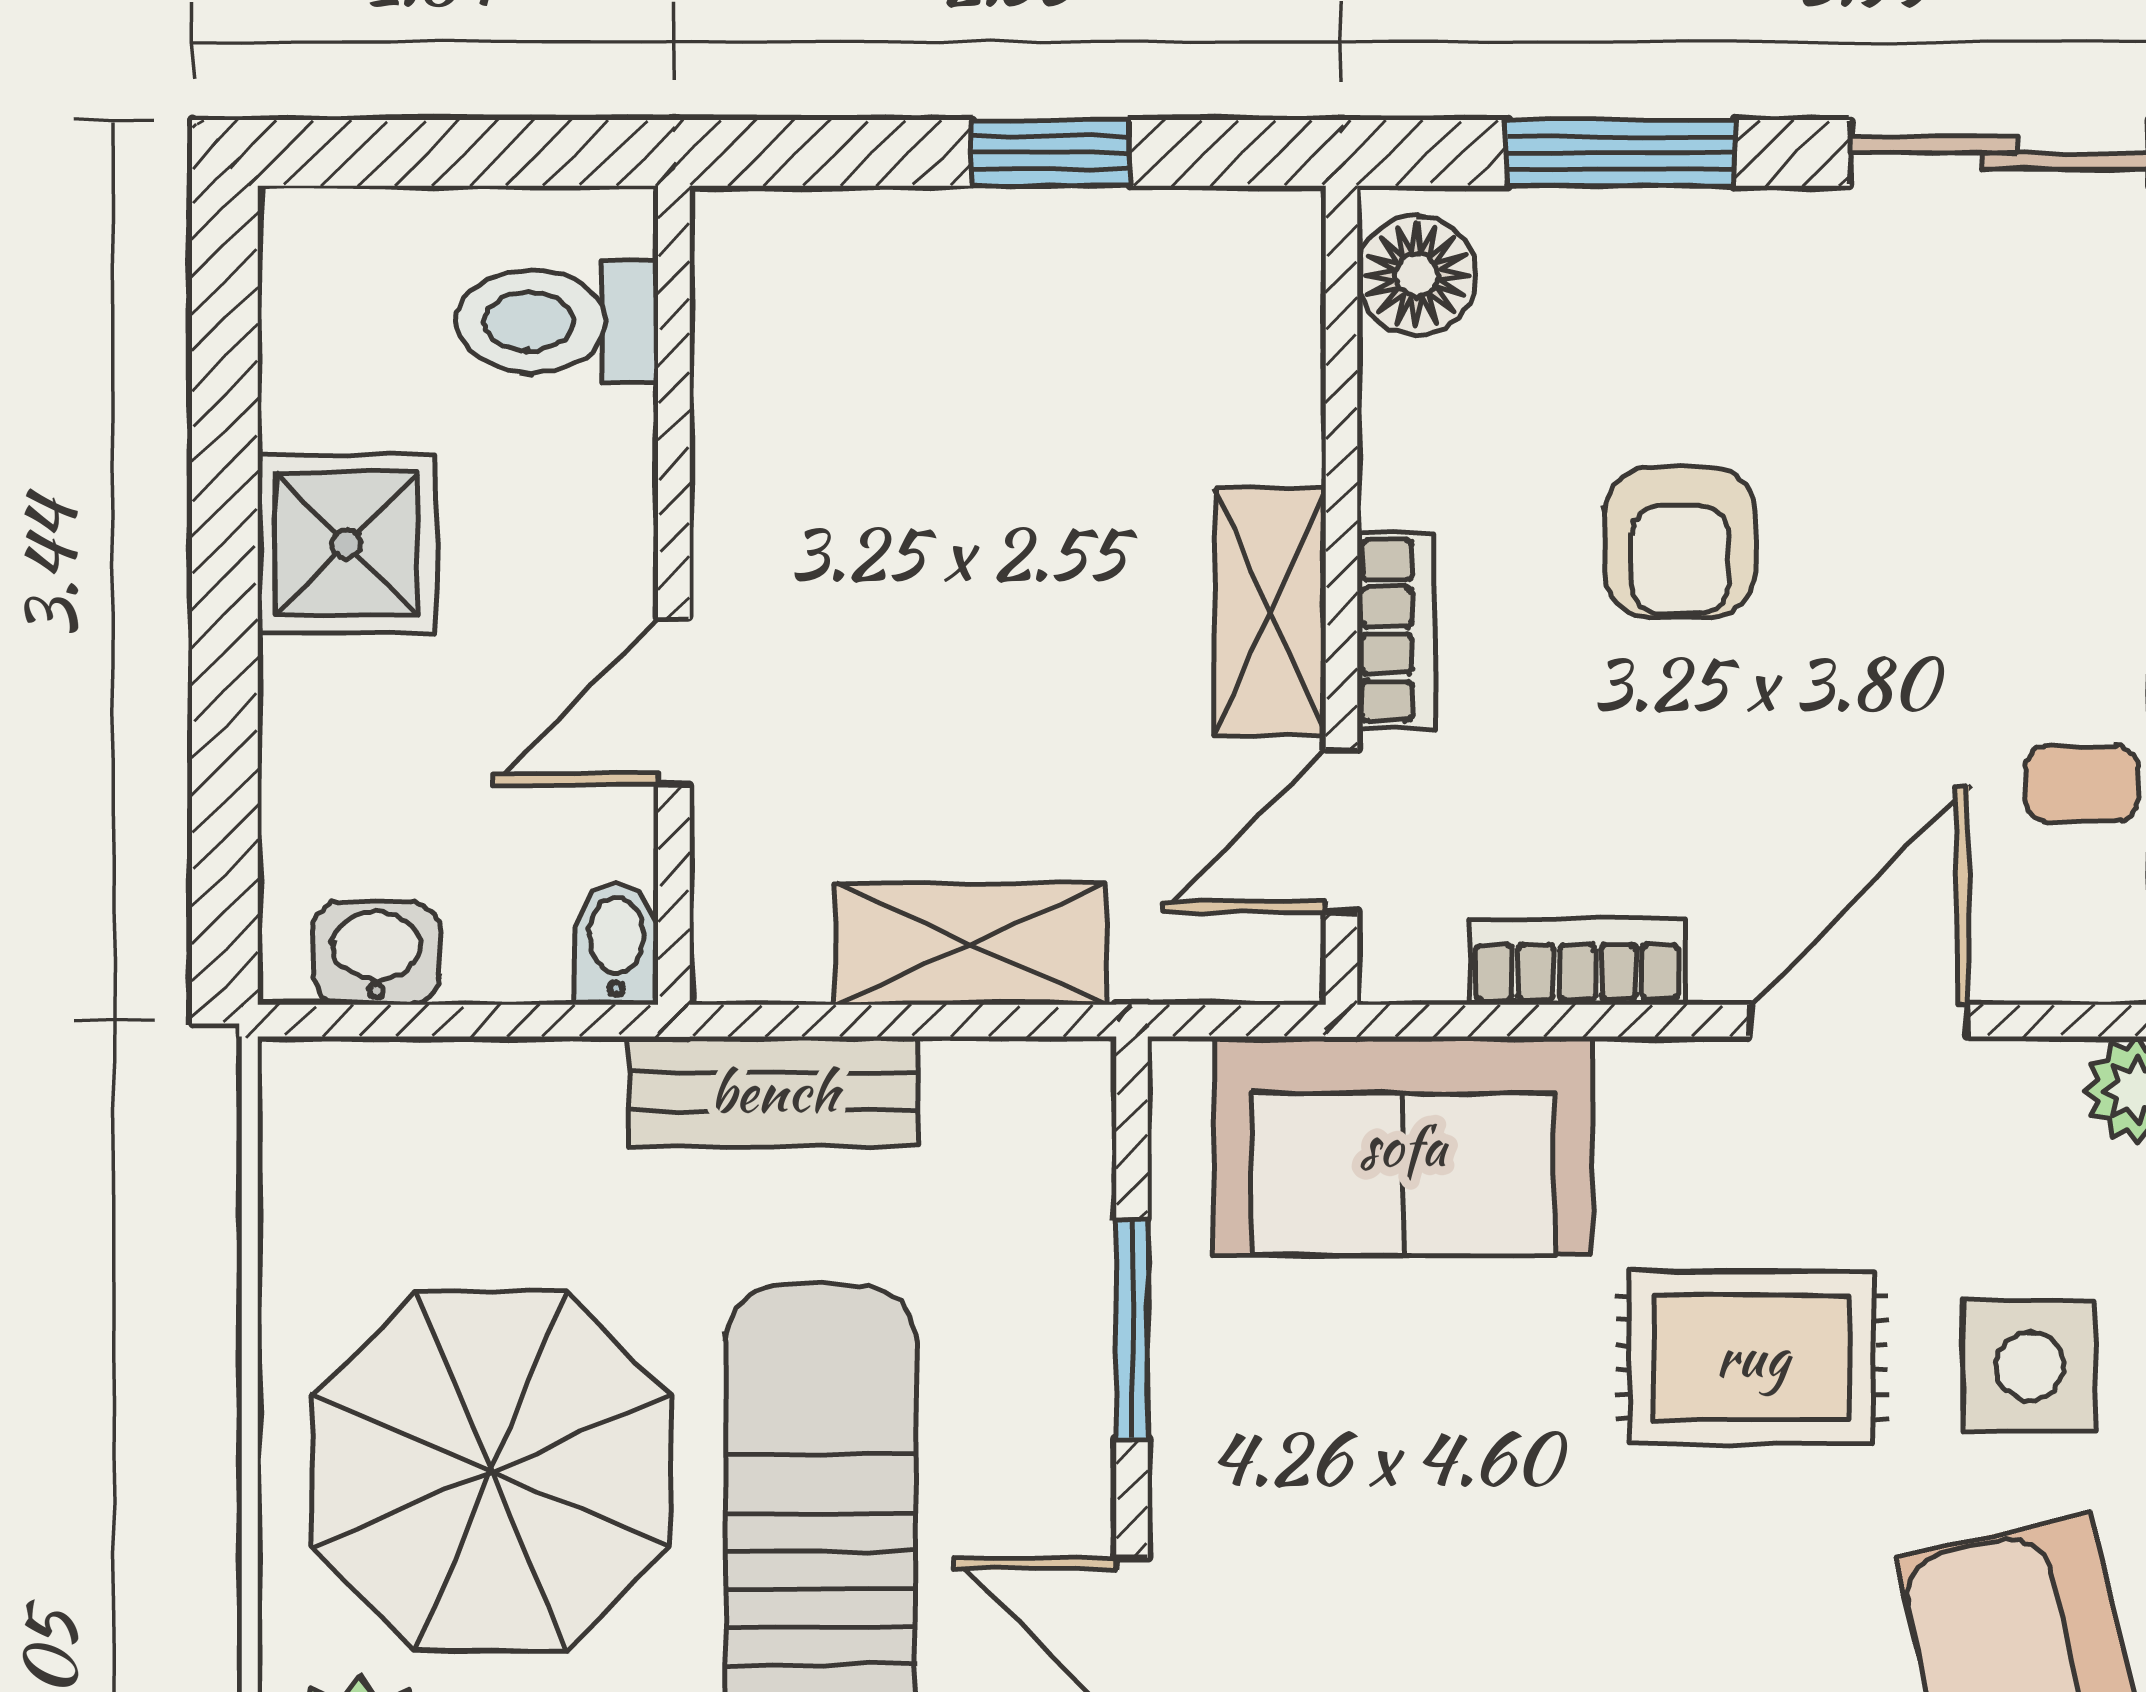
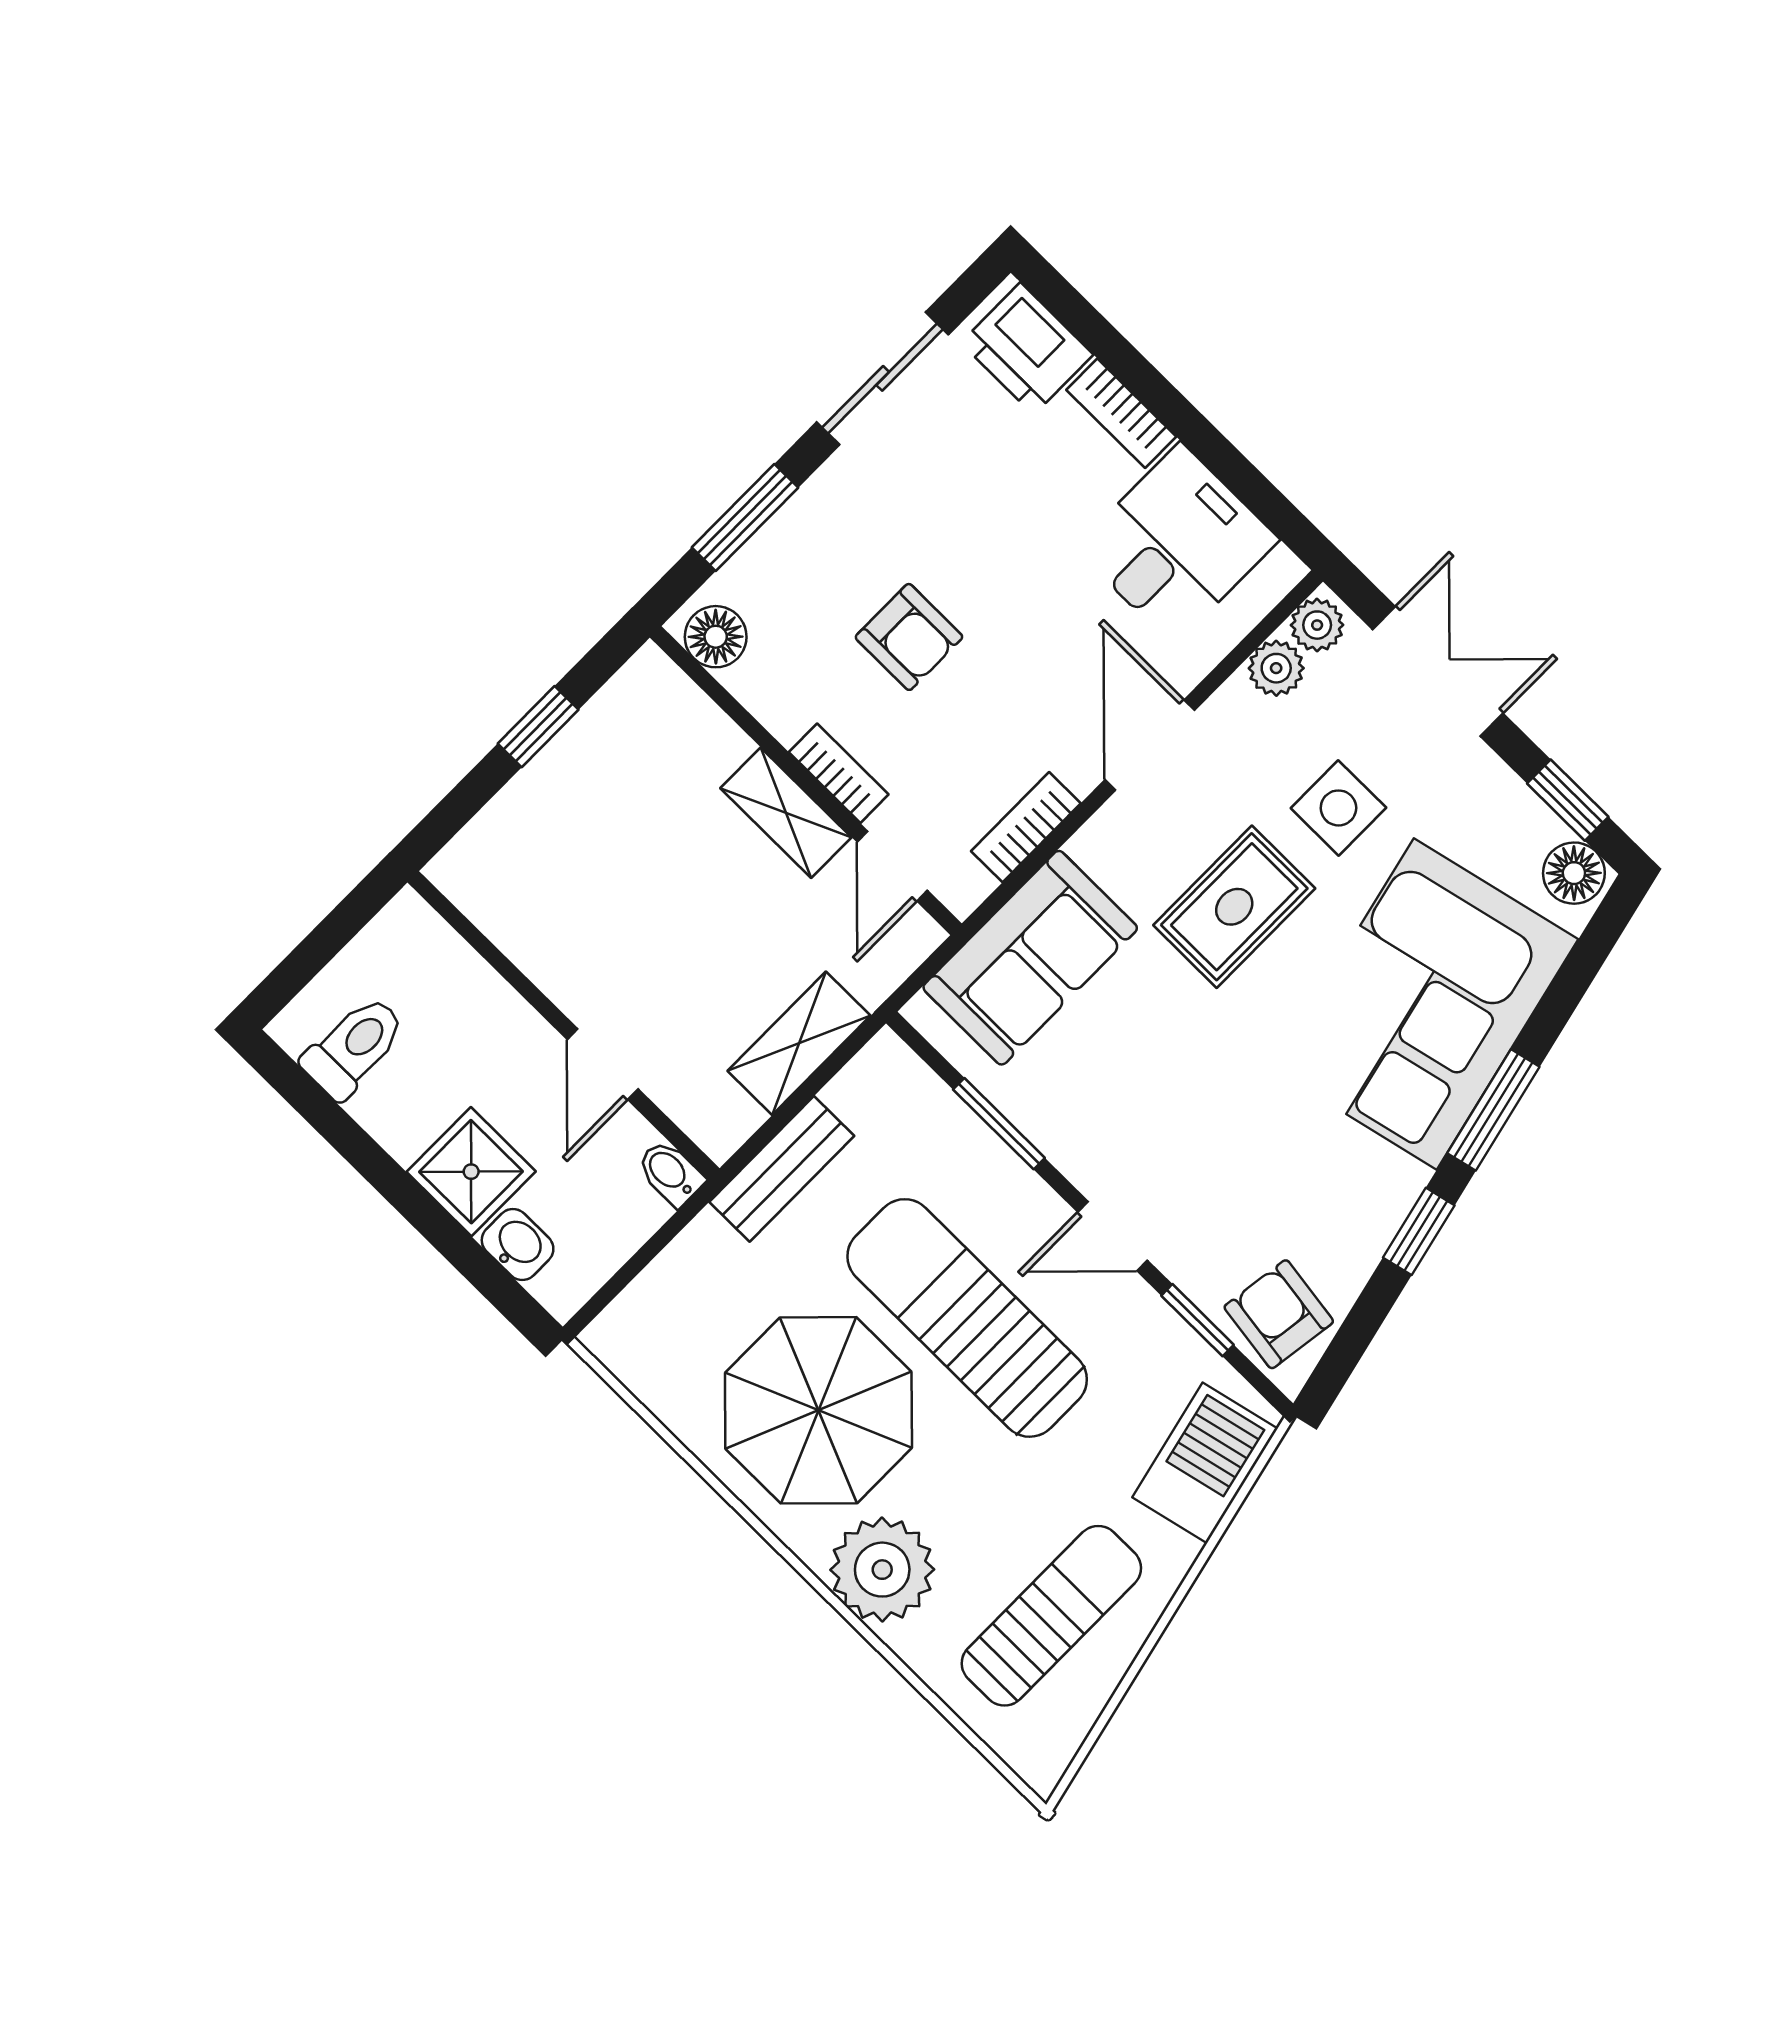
toilet: (557, 321) -> (354, 1047), moved, turned 180
shower: (346, 544) -> (471, 1172), moved
washbasin: (376, 953) -> (518, 1245), moved, turned 90

